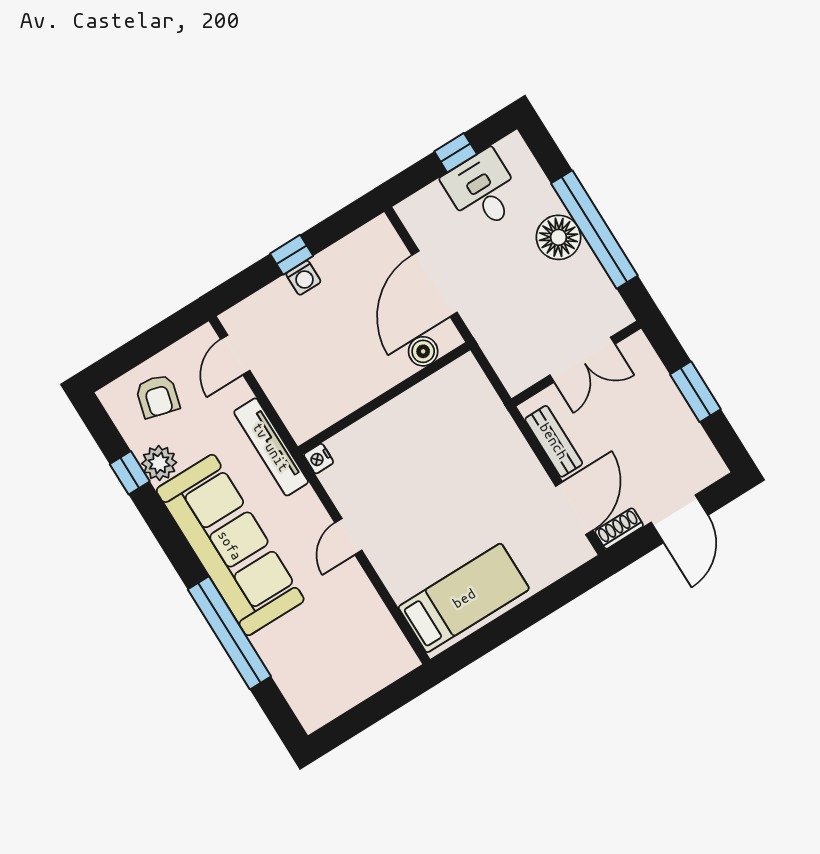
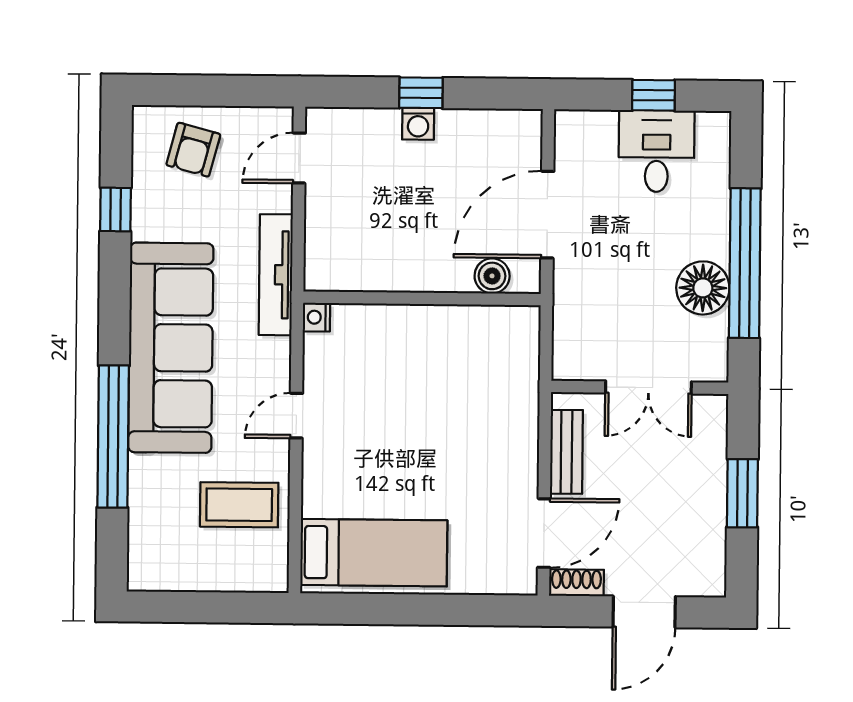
floor lamp: (558, 237) -> (703, 288), moved
plant: (159, 463) -> (152, 219), removed
coffee table: (348, 624) -> (239, 505), added

